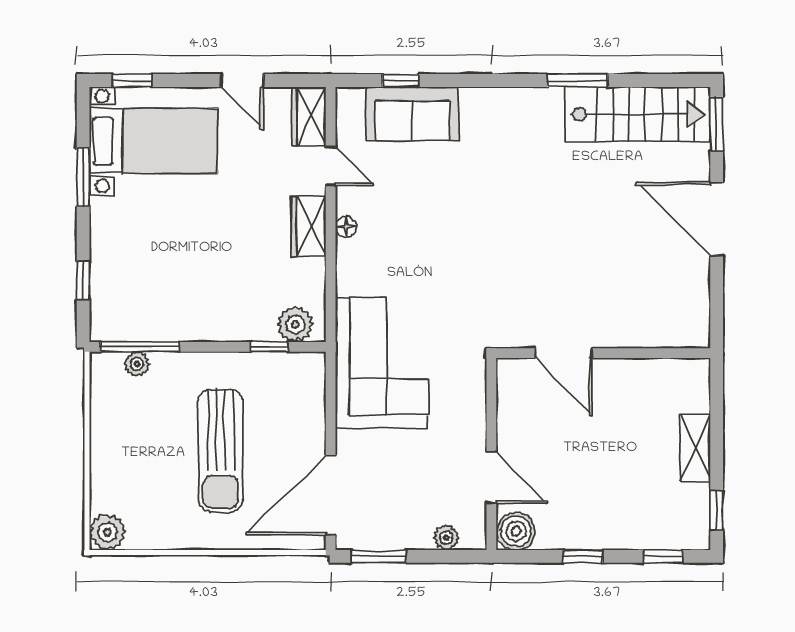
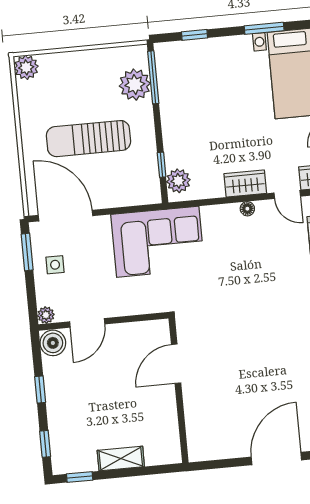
door: (331, 166) -> (287, 195), hinge flipped
plant: (137, 364) -> (135, 85), width x1.87, depth x1.87
side table: (401, 517) -> (55, 265), added
plant: (446, 538) -> (46, 315), moved

